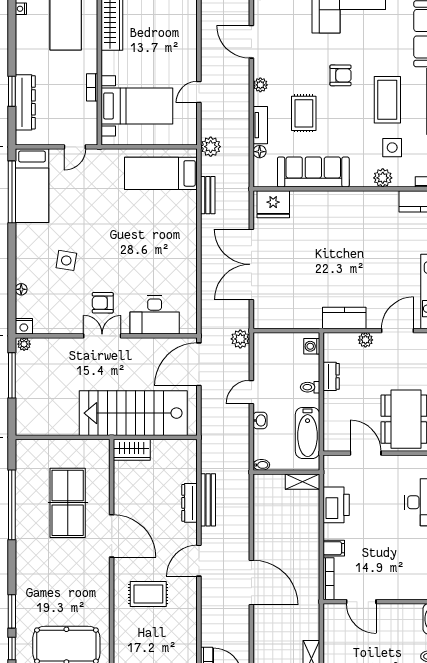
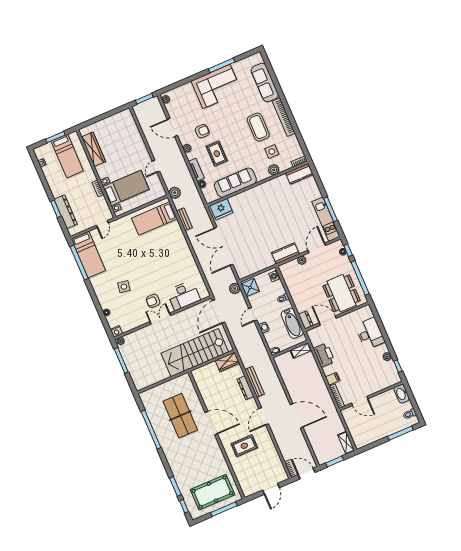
armchair: (340, 75) -> (202, 131), moved
shower: (265, 348) -> (250, 288), added
dresser: (331, 376) -> (306, 320), moved
wardrobe: (132, 450) -> (227, 362), moved

